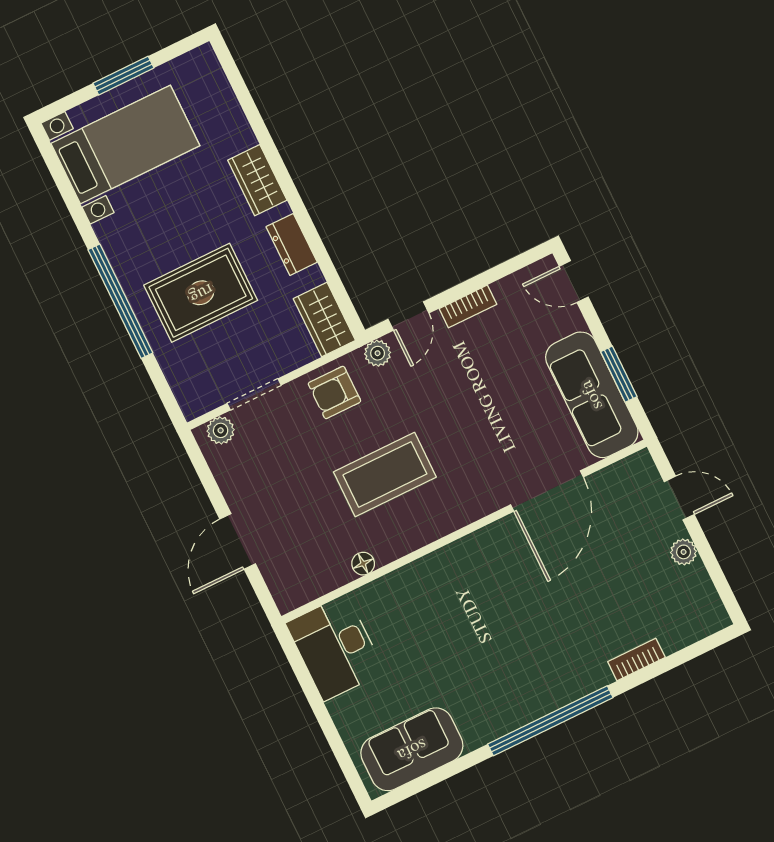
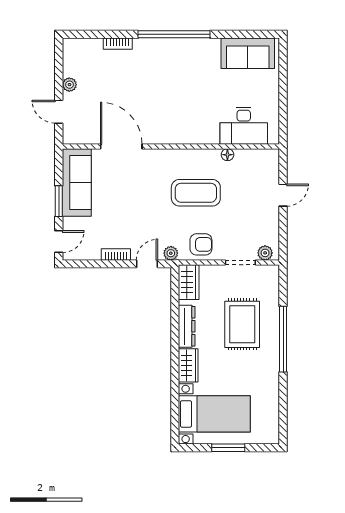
bed with nightstands: (125, 144) -> (214, 414), moved, turned 180
dresser: (292, 244) -> (187, 326), width x1.44
door: (574, 282) -> (59, 242), hinge flipped
rug: (201, 293) -> (242, 324), turned 90
window: (619, 374) -> (59, 201), moved
door: (547, 491) -> (121, 146), hinge flipped
door: (238, 541) -> (283, 195), width x0.73
desk: (335, 648) -> (244, 126), moved, turned 90

